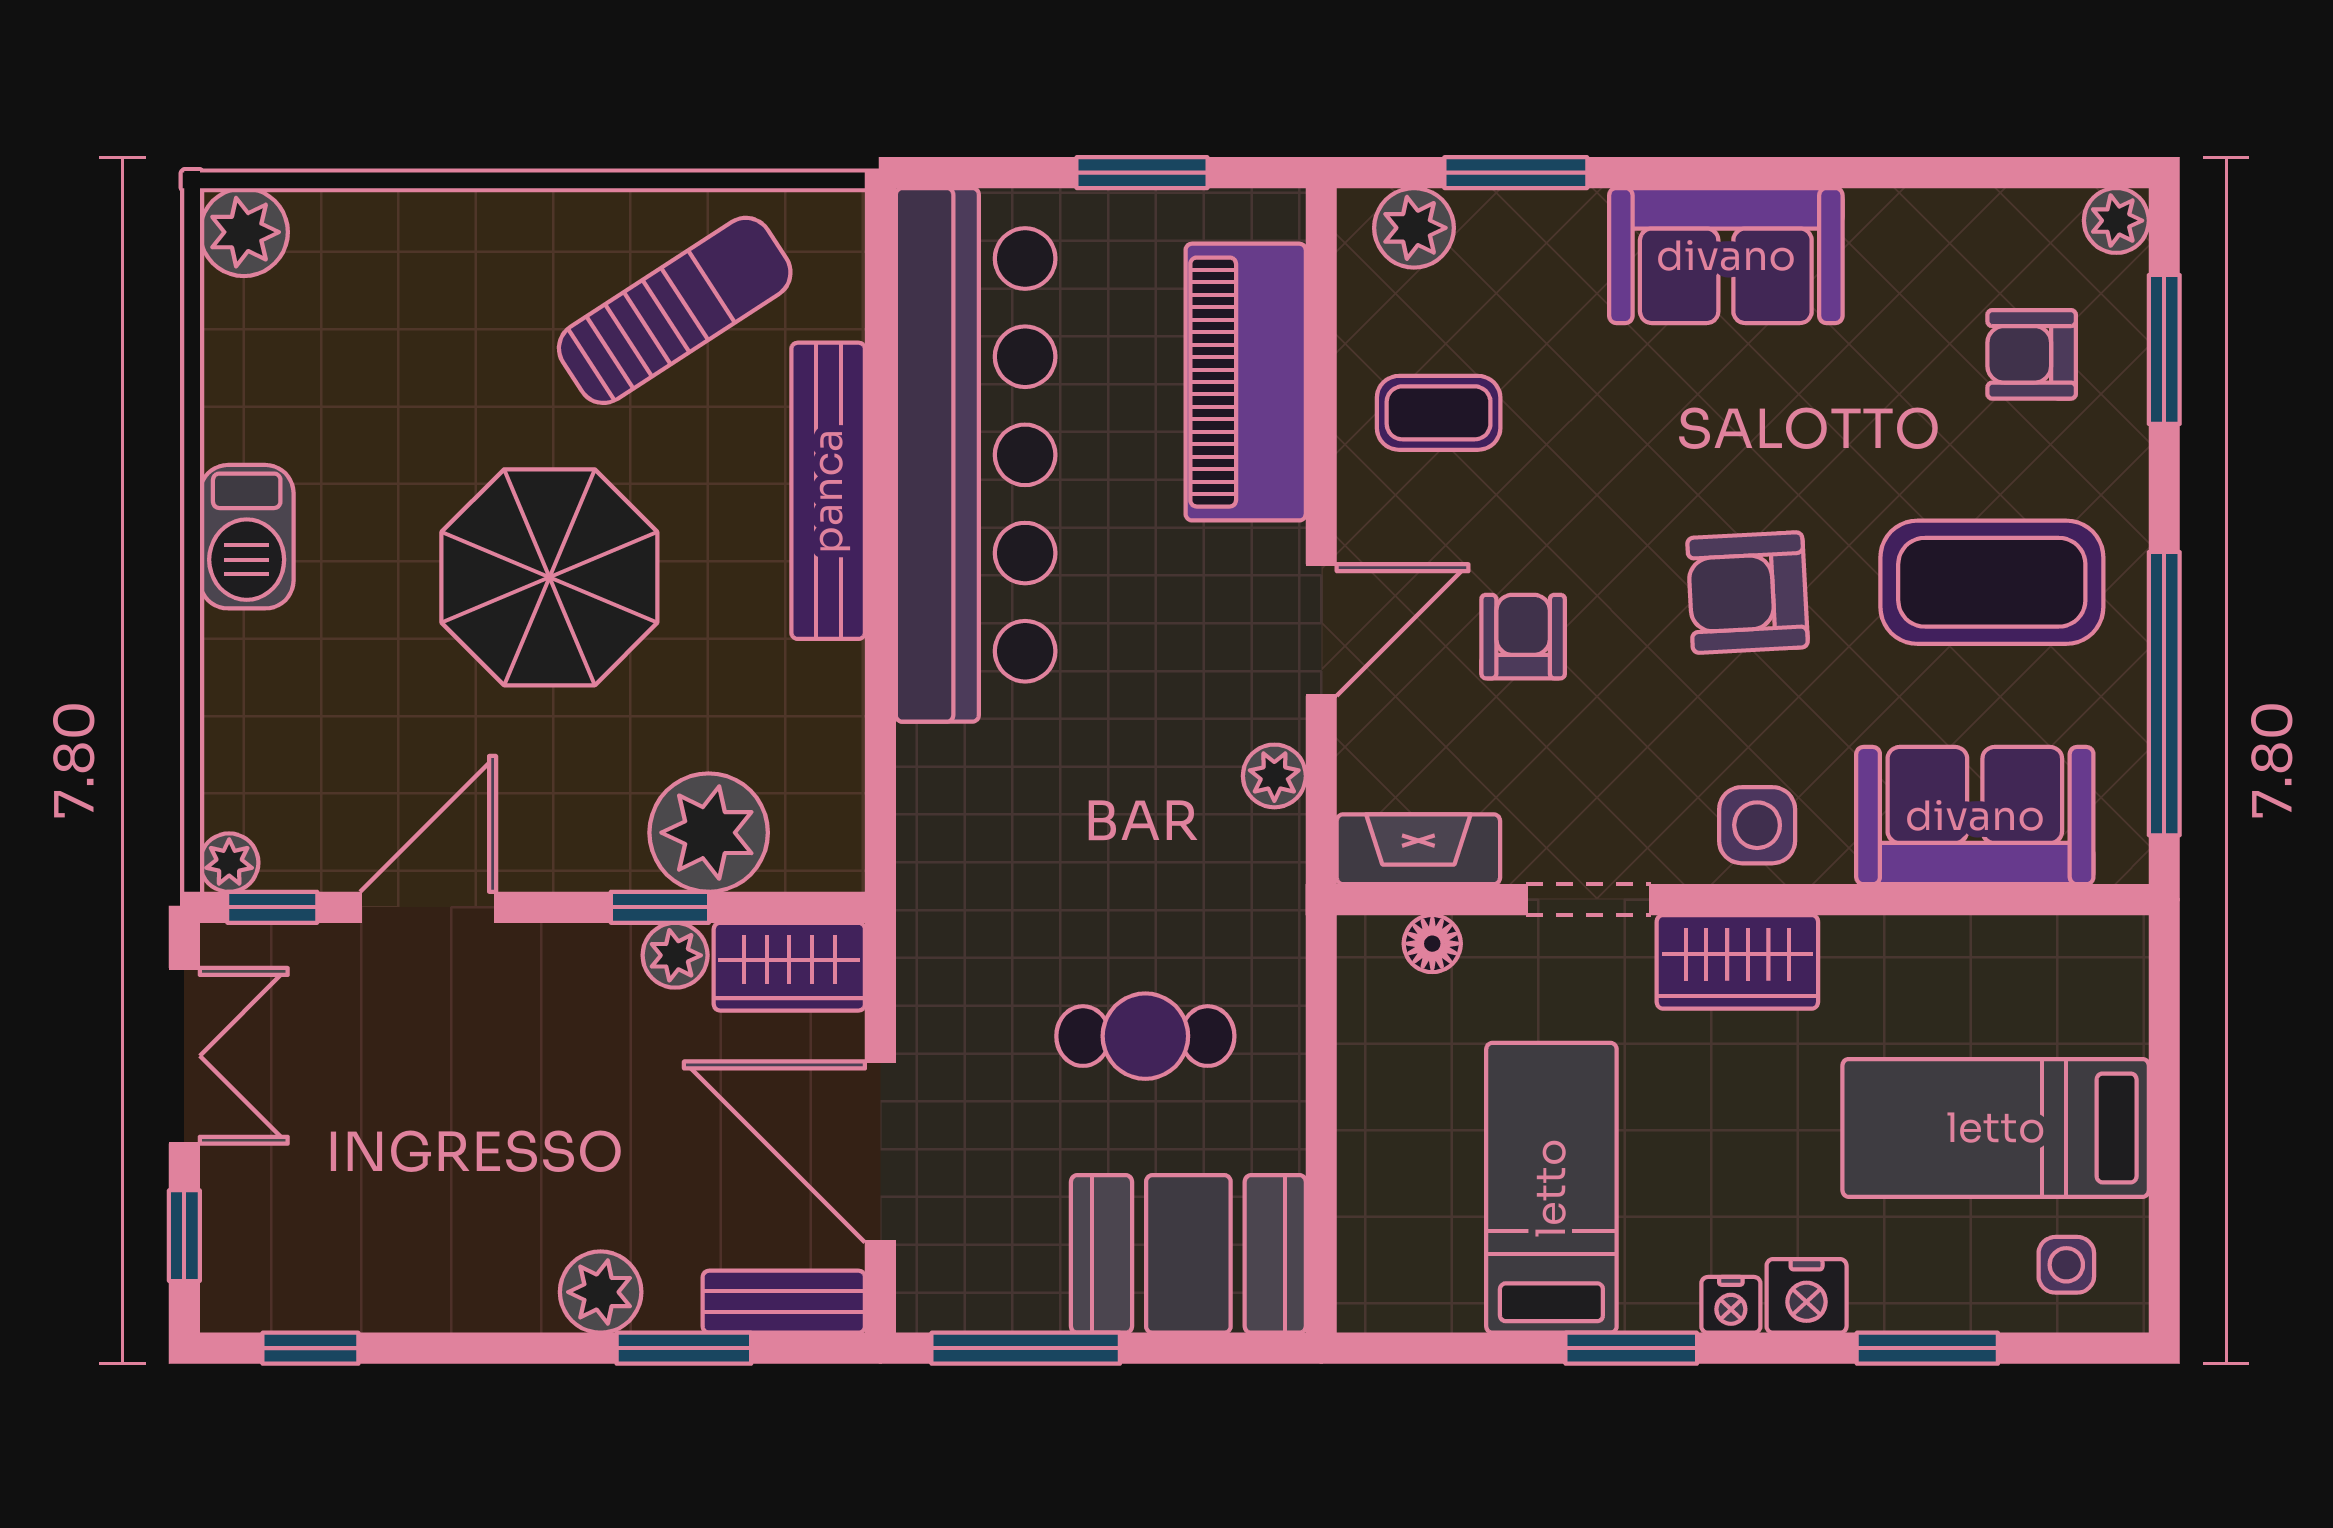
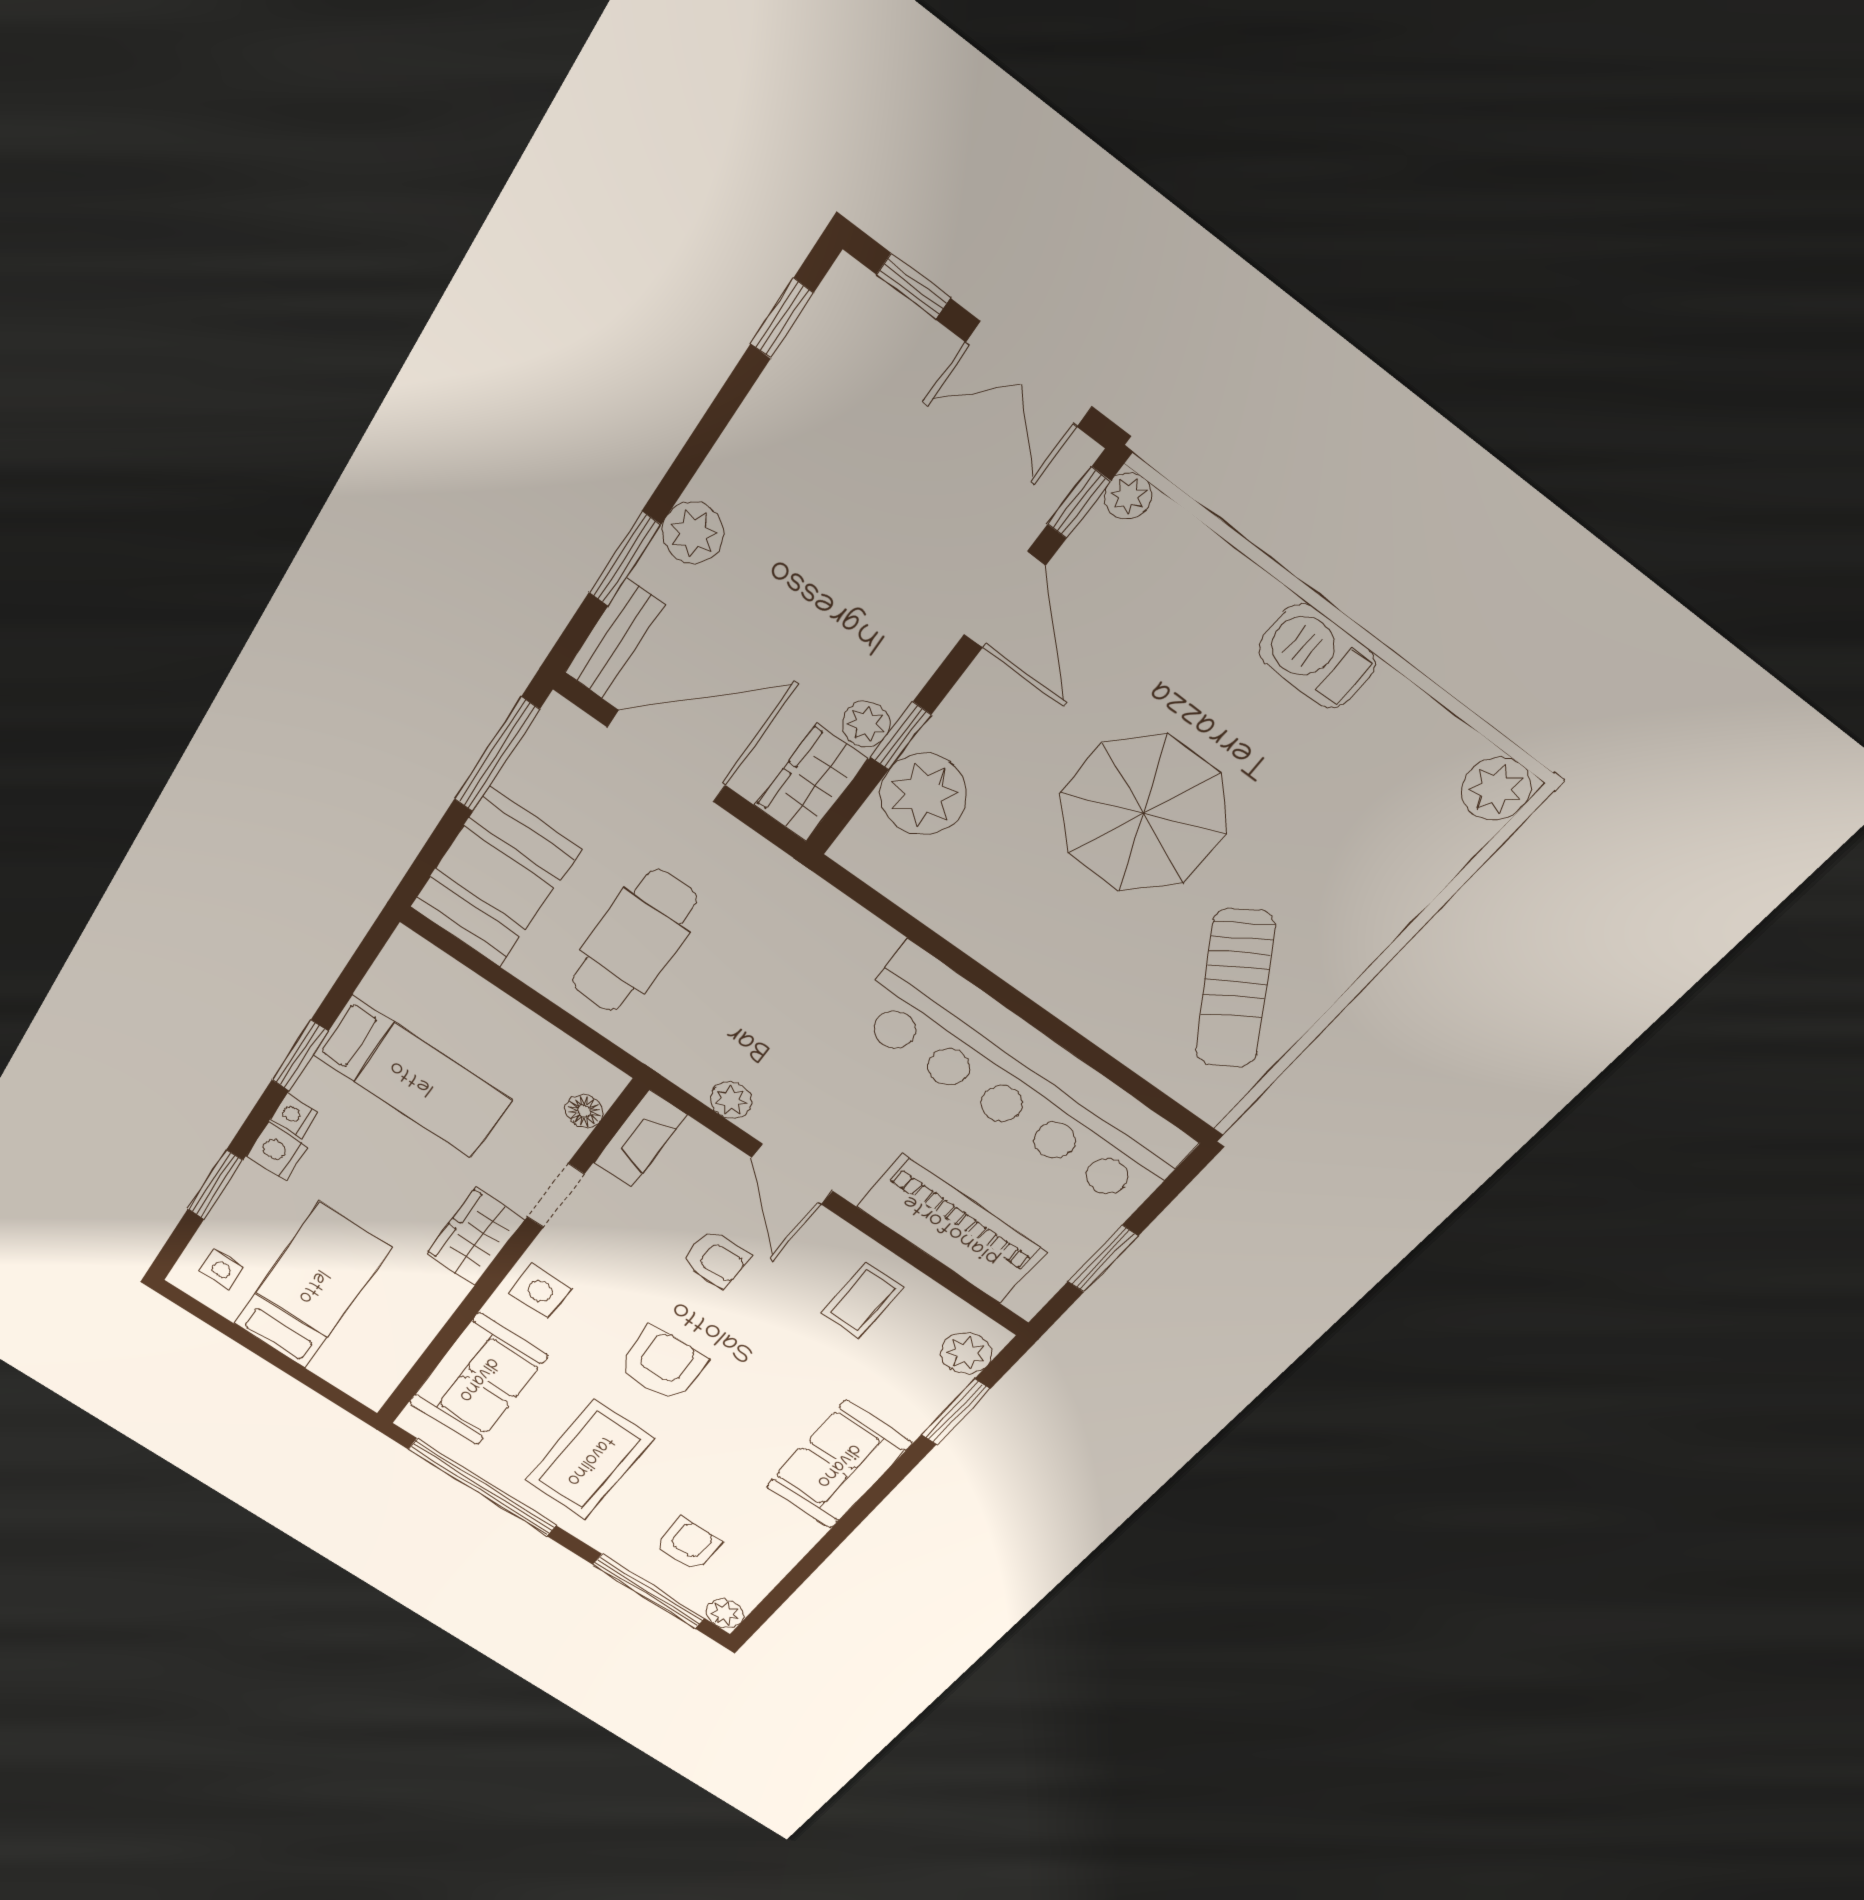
window: (2164, 349) -> (649, 1591), width x1.44
bench: (828, 491) -> (1066, 995), removed
cafe table: (1145, 1036) -> (634, 941), width x1.37, depth x1.35

